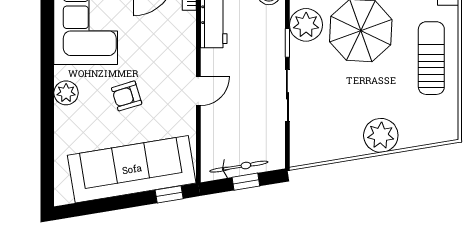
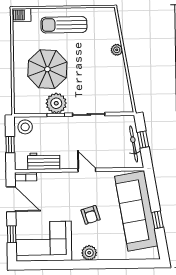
plant: (306, 25) -> (56, 103), moved
plant: (381, 135) -> (117, 50), width x0.53, depth x0.53
window: (169, 194) -> (158, 220), moved

